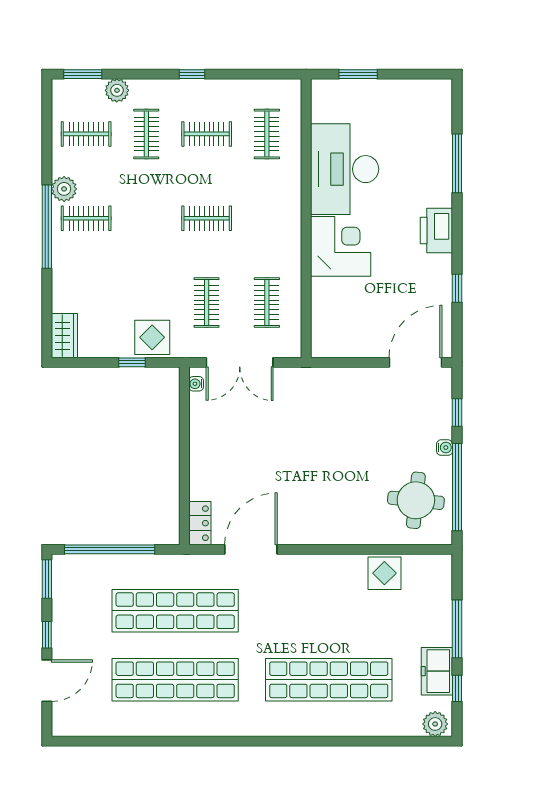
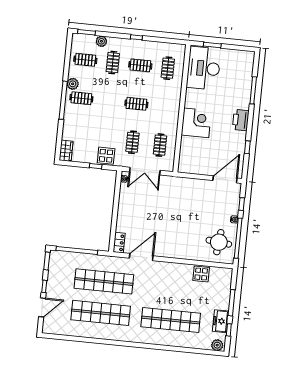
desk: (345, 169) -> (204, 68), moved

